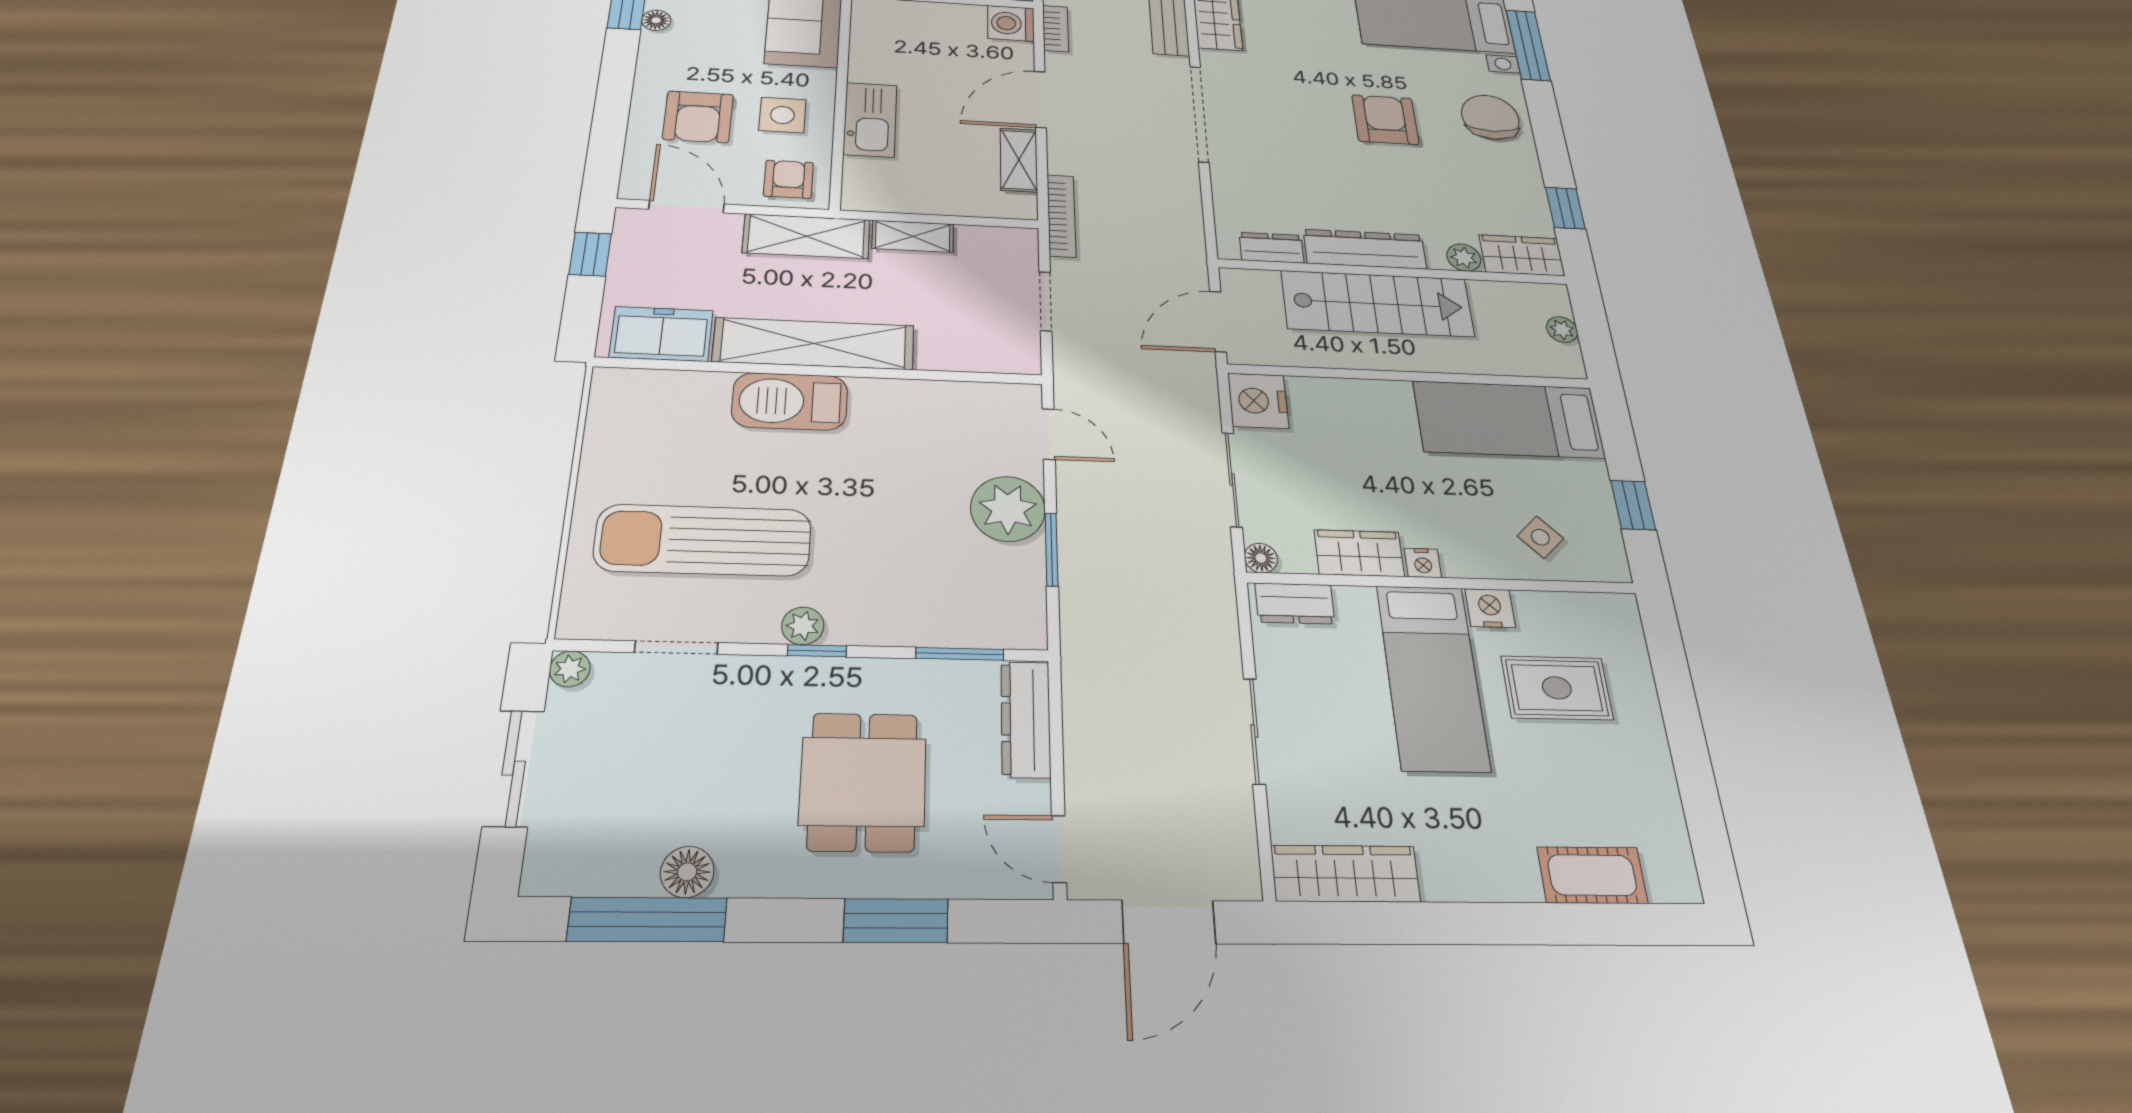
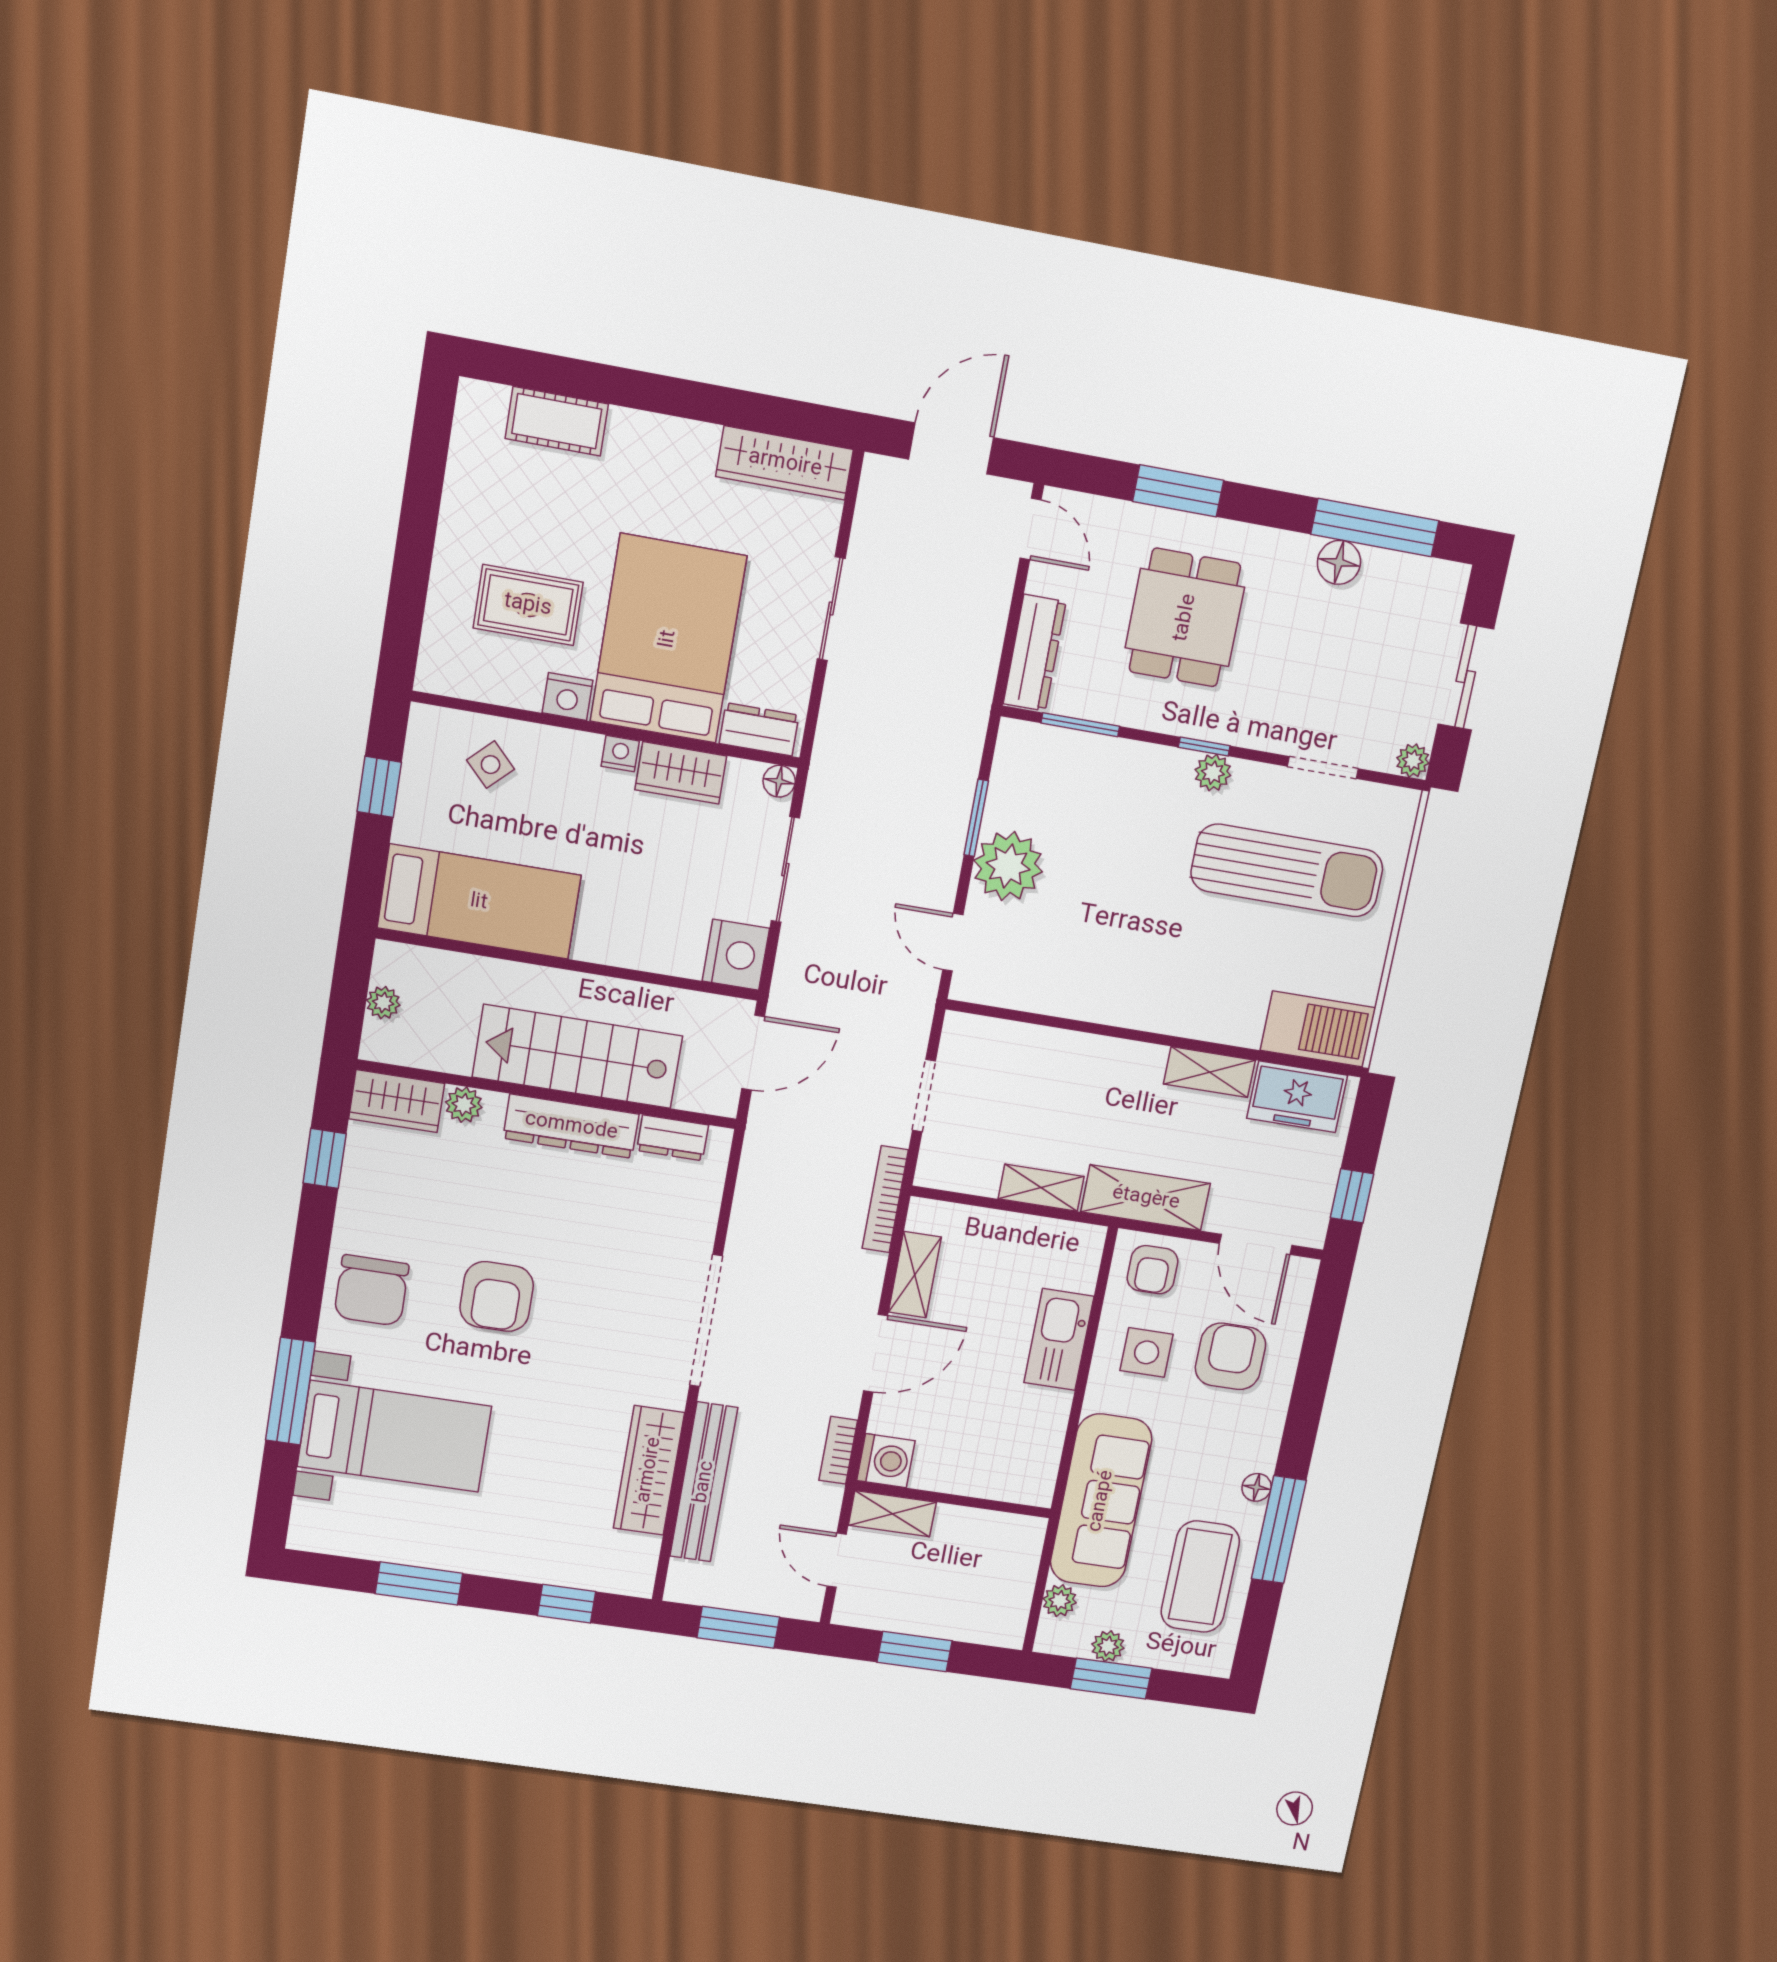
shelving: (814, 344) -> (1209, 1072), width x0.45, depth x0.75
barbecue: (790, 401) -> (1318, 1029), moved
bed: (1432, 677) -> (668, 639), width x1.50

